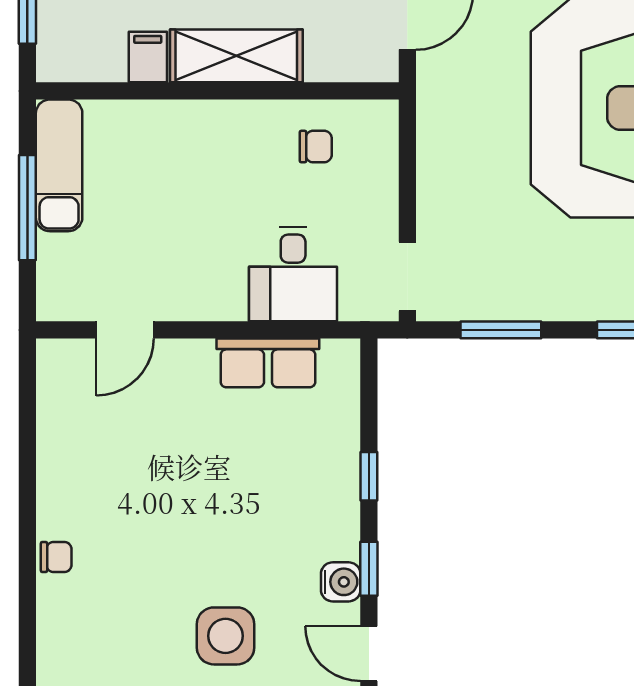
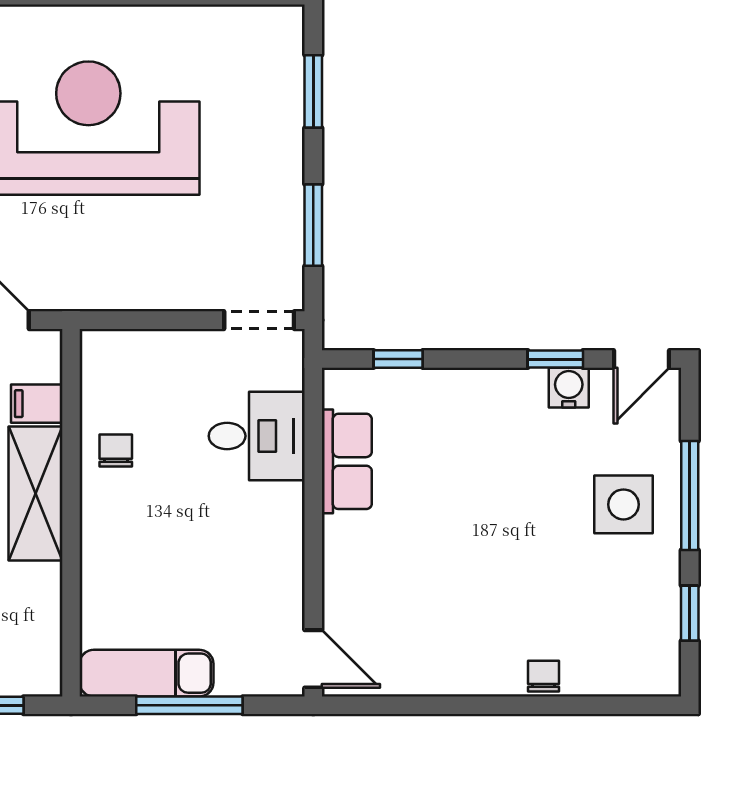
filing cabinet: (148, 57) -> (37, 404), moved
chair: (316, 147) -> (116, 451), moved
door: (125, 330) -> (313, 659), moved
window: (369, 476) -> (398, 359), moved

